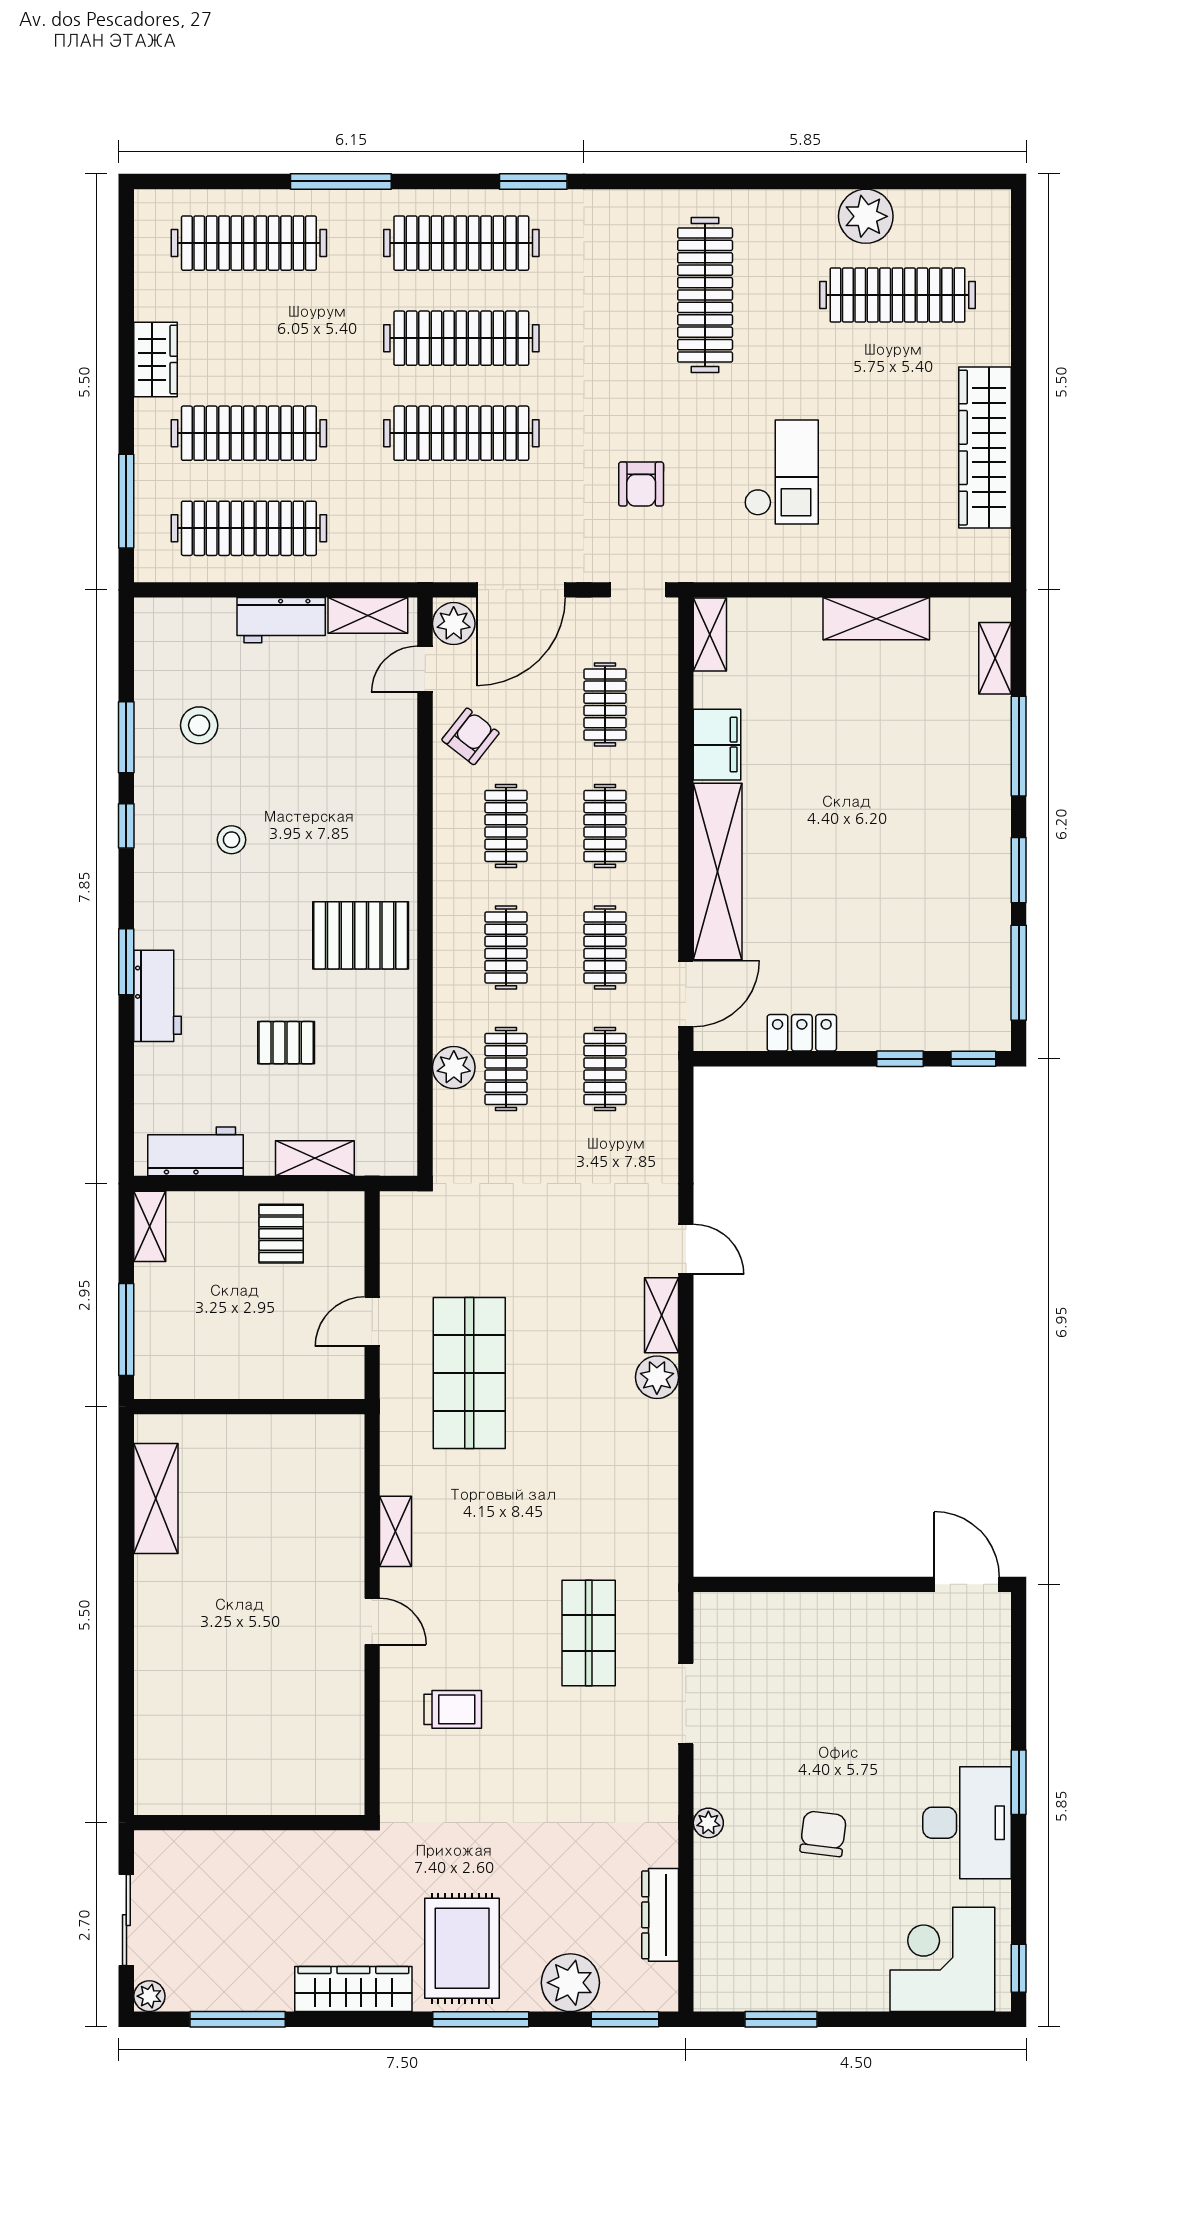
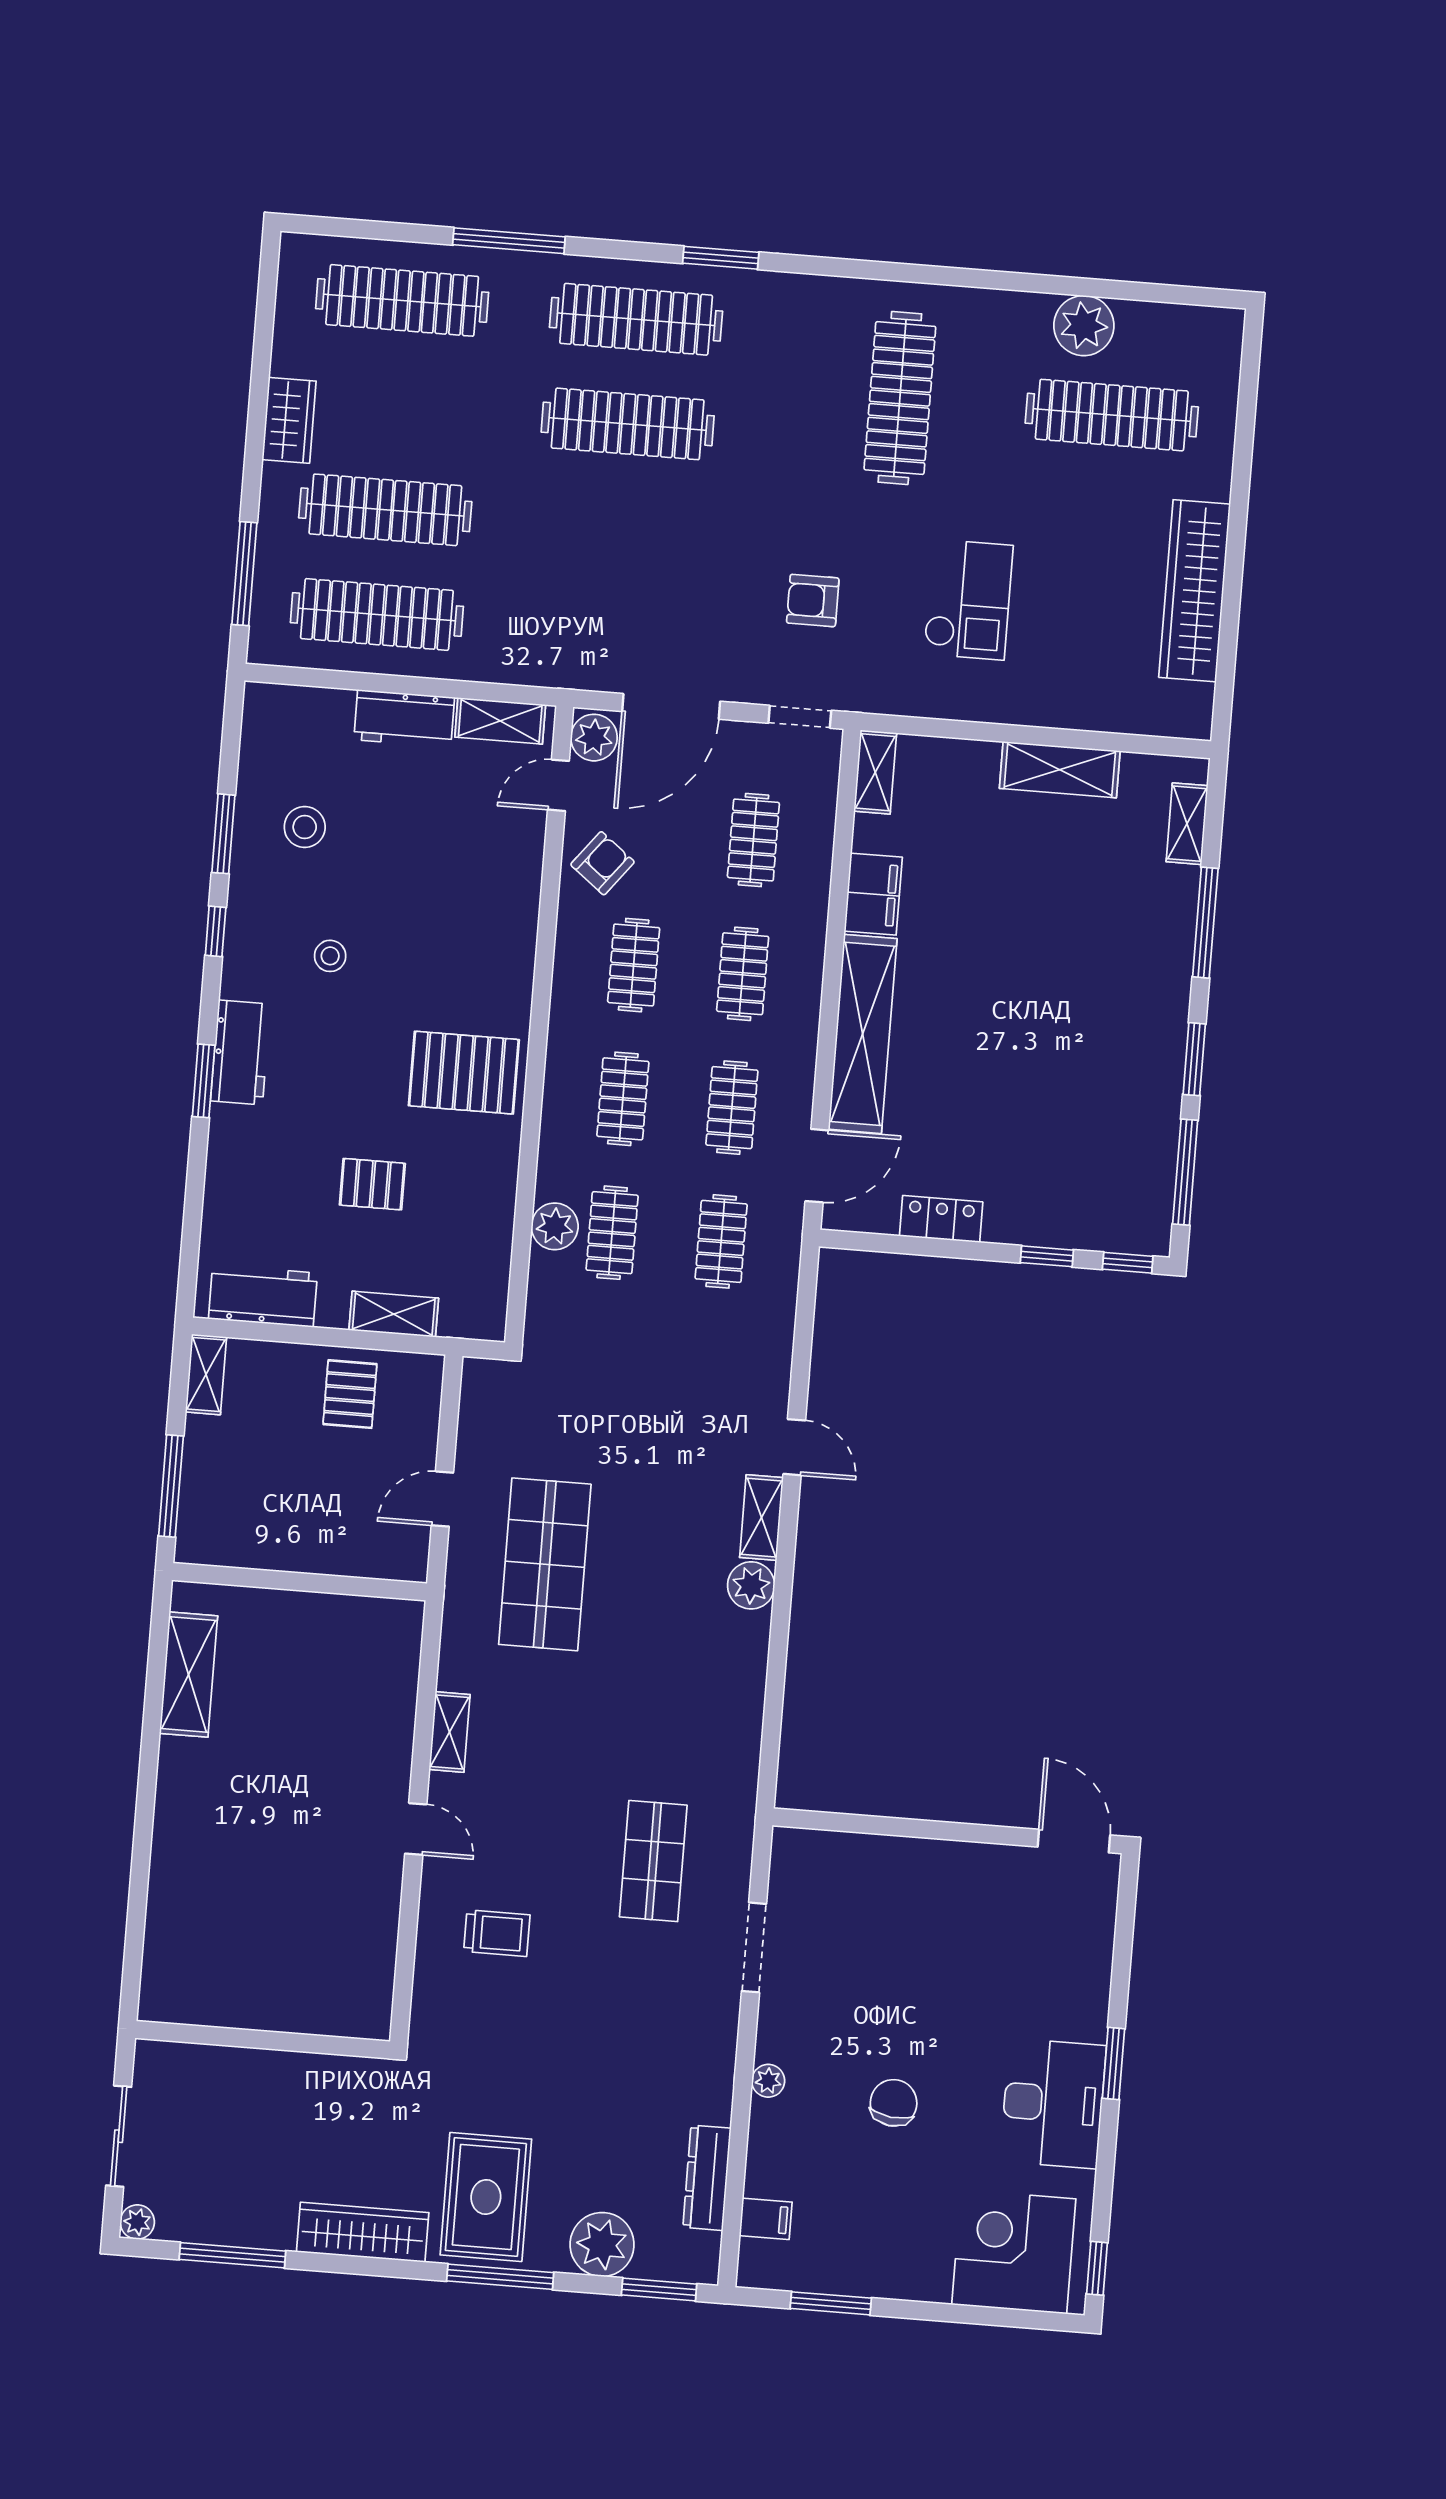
clothes rail: (461, 433) -> (619, 529), removed
armchair: (641, 484) -> (813, 601), turned 90
workbench: (158, 996) -> (240, 1052), moved
filing cabinet: (716, 1948) -> (766, 2219), added

